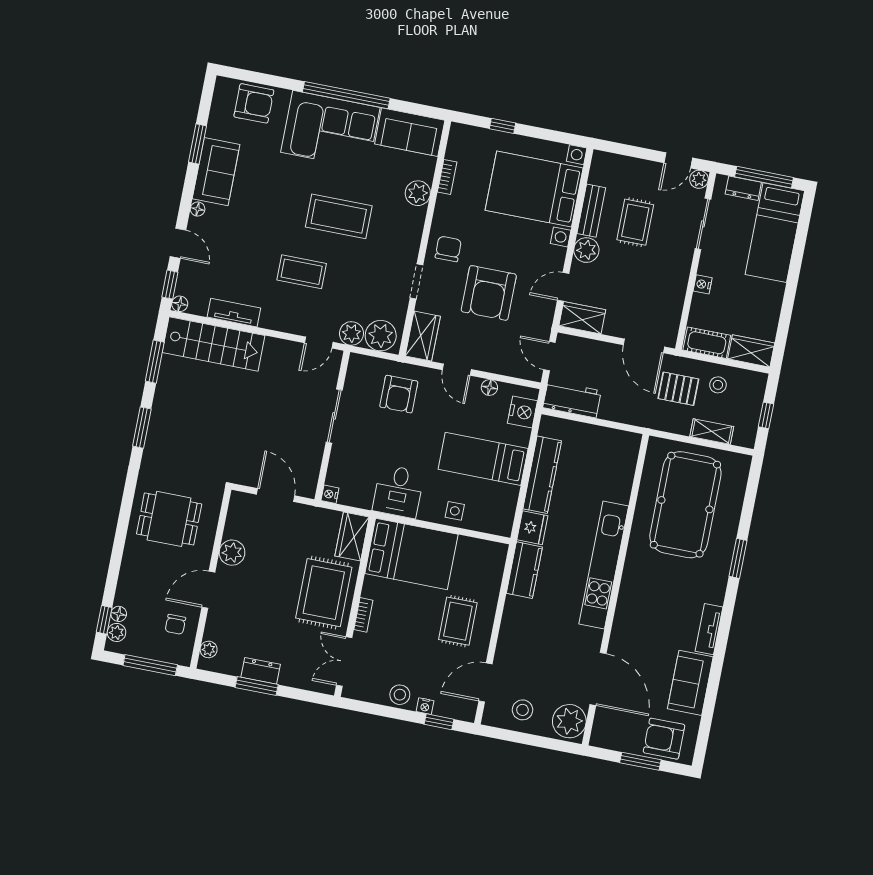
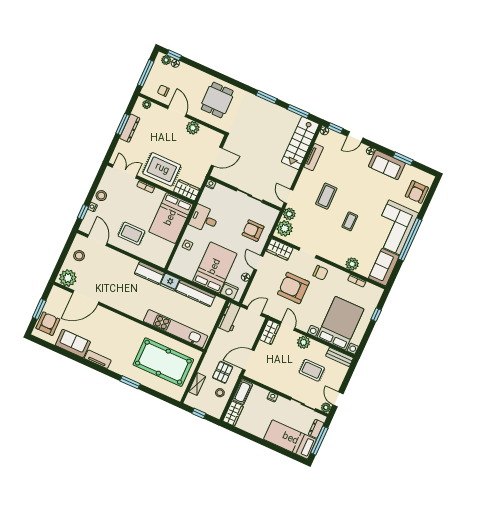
bench: (591, 211) -> (339, 357), moved
coffee table: (339, 216) -> (350, 221), width x0.54, depth x0.58
door: (457, 370) -> (259, 263), hinge flipped
bed: (483, 459) -> (215, 267), width x1.50
kitchen unit: (604, 565) -> (176, 329), moved
dresser: (261, 671) -> (130, 128), width x1.44

